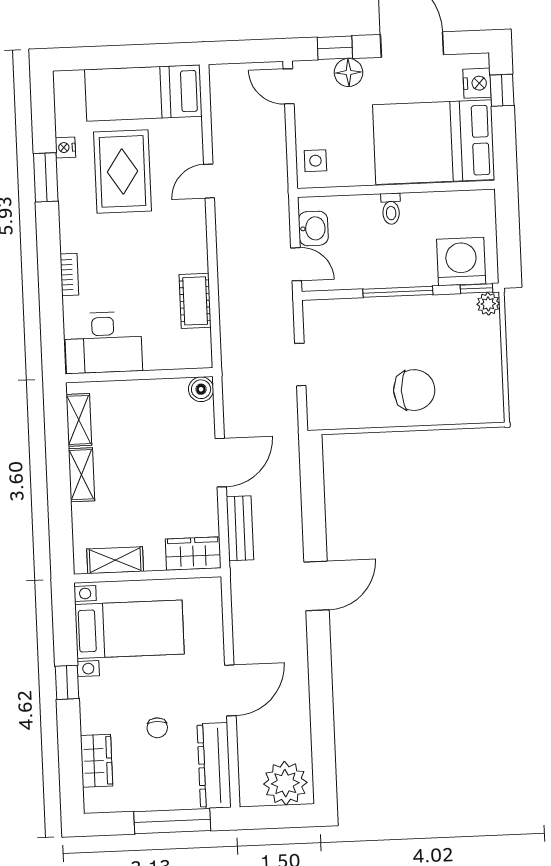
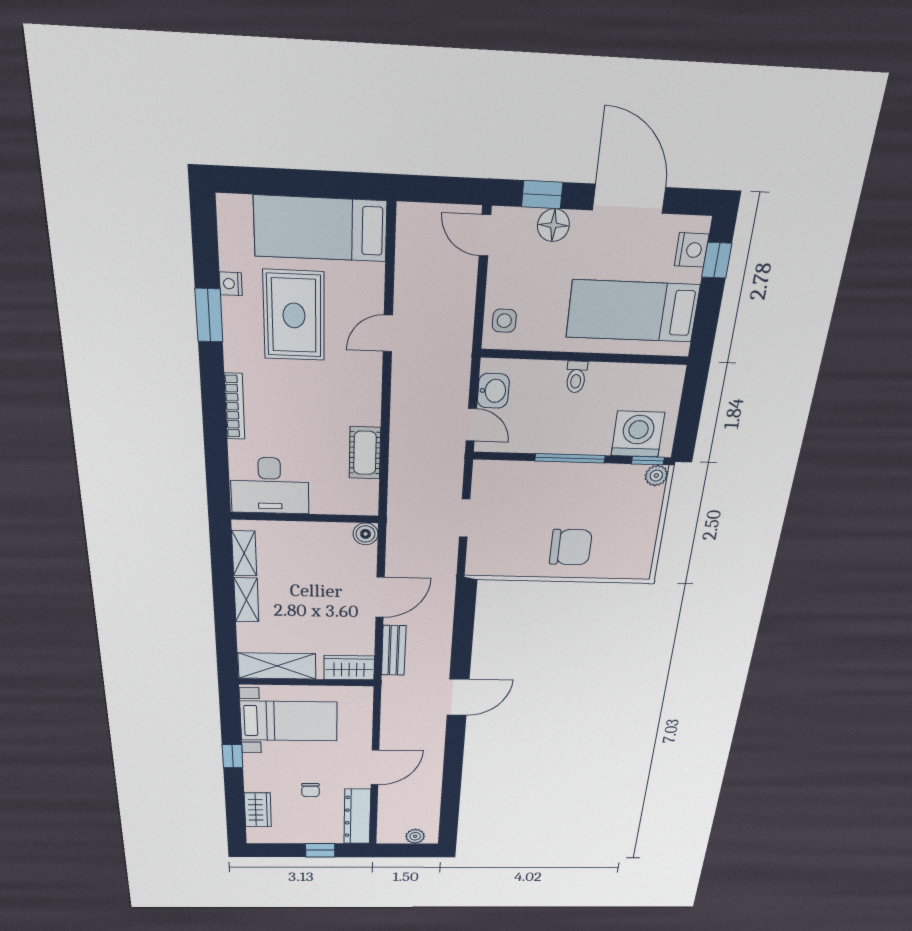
bed: (434, 142) -> (633, 311), width x0.67
bookcase: (69, 274) -> (235, 406), width x1.56
shelving: (115, 560) -> (277, 666), width x1.50, depth x1.33
plant: (285, 783) -> (415, 836), width x0.53, depth x0.53
window: (172, 821) -> (320, 850), width x0.46

